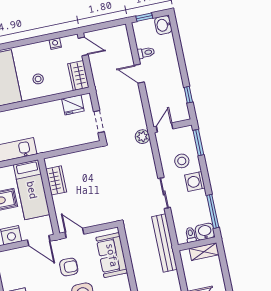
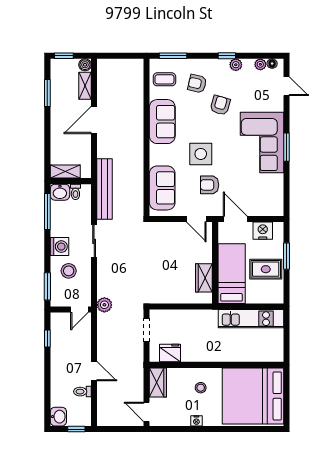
nightstand: (55, 44) -> (196, 421), moved

